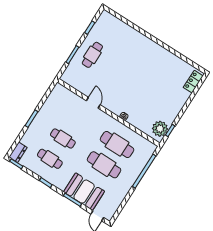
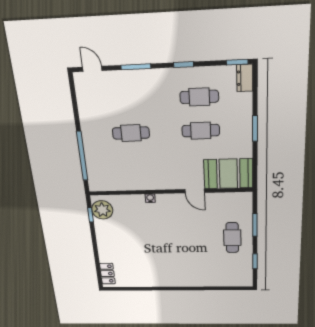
cafe table: (117, 145) -> (134, 165), removed
cafe table: (104, 165) -> (131, 133), width x0.73, depth x0.74
booth: (84, 192) -> (228, 174), moved

